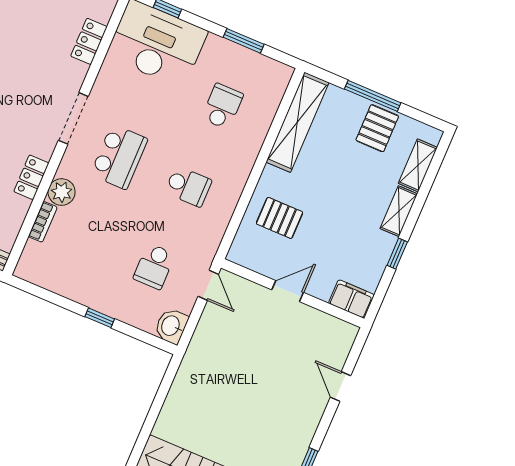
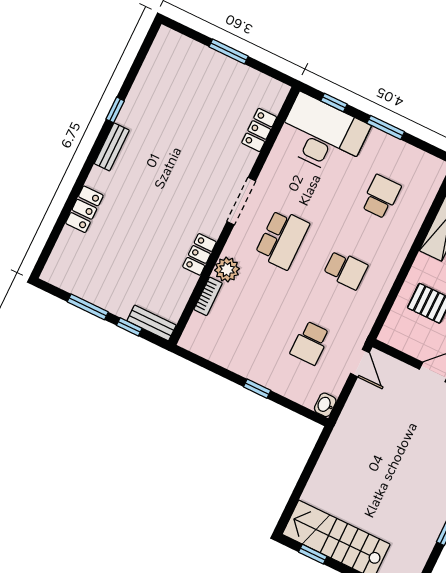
window: (244, 41) -> (386, 127), moved
washbasin: (171, 326) -> (325, 405), width x0.72, depth x0.69

